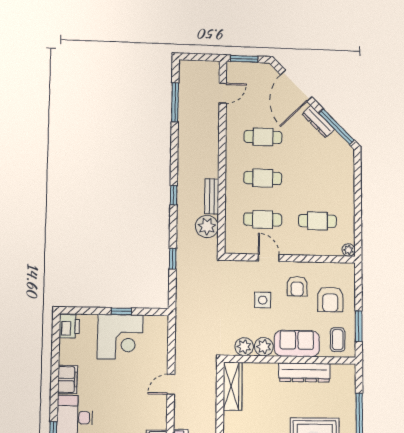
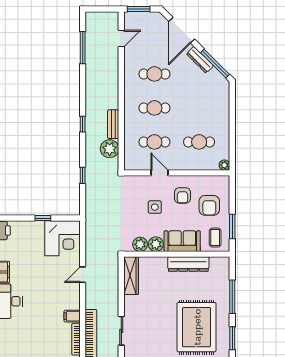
corner desk: (120, 337) -> (62, 238), moved

